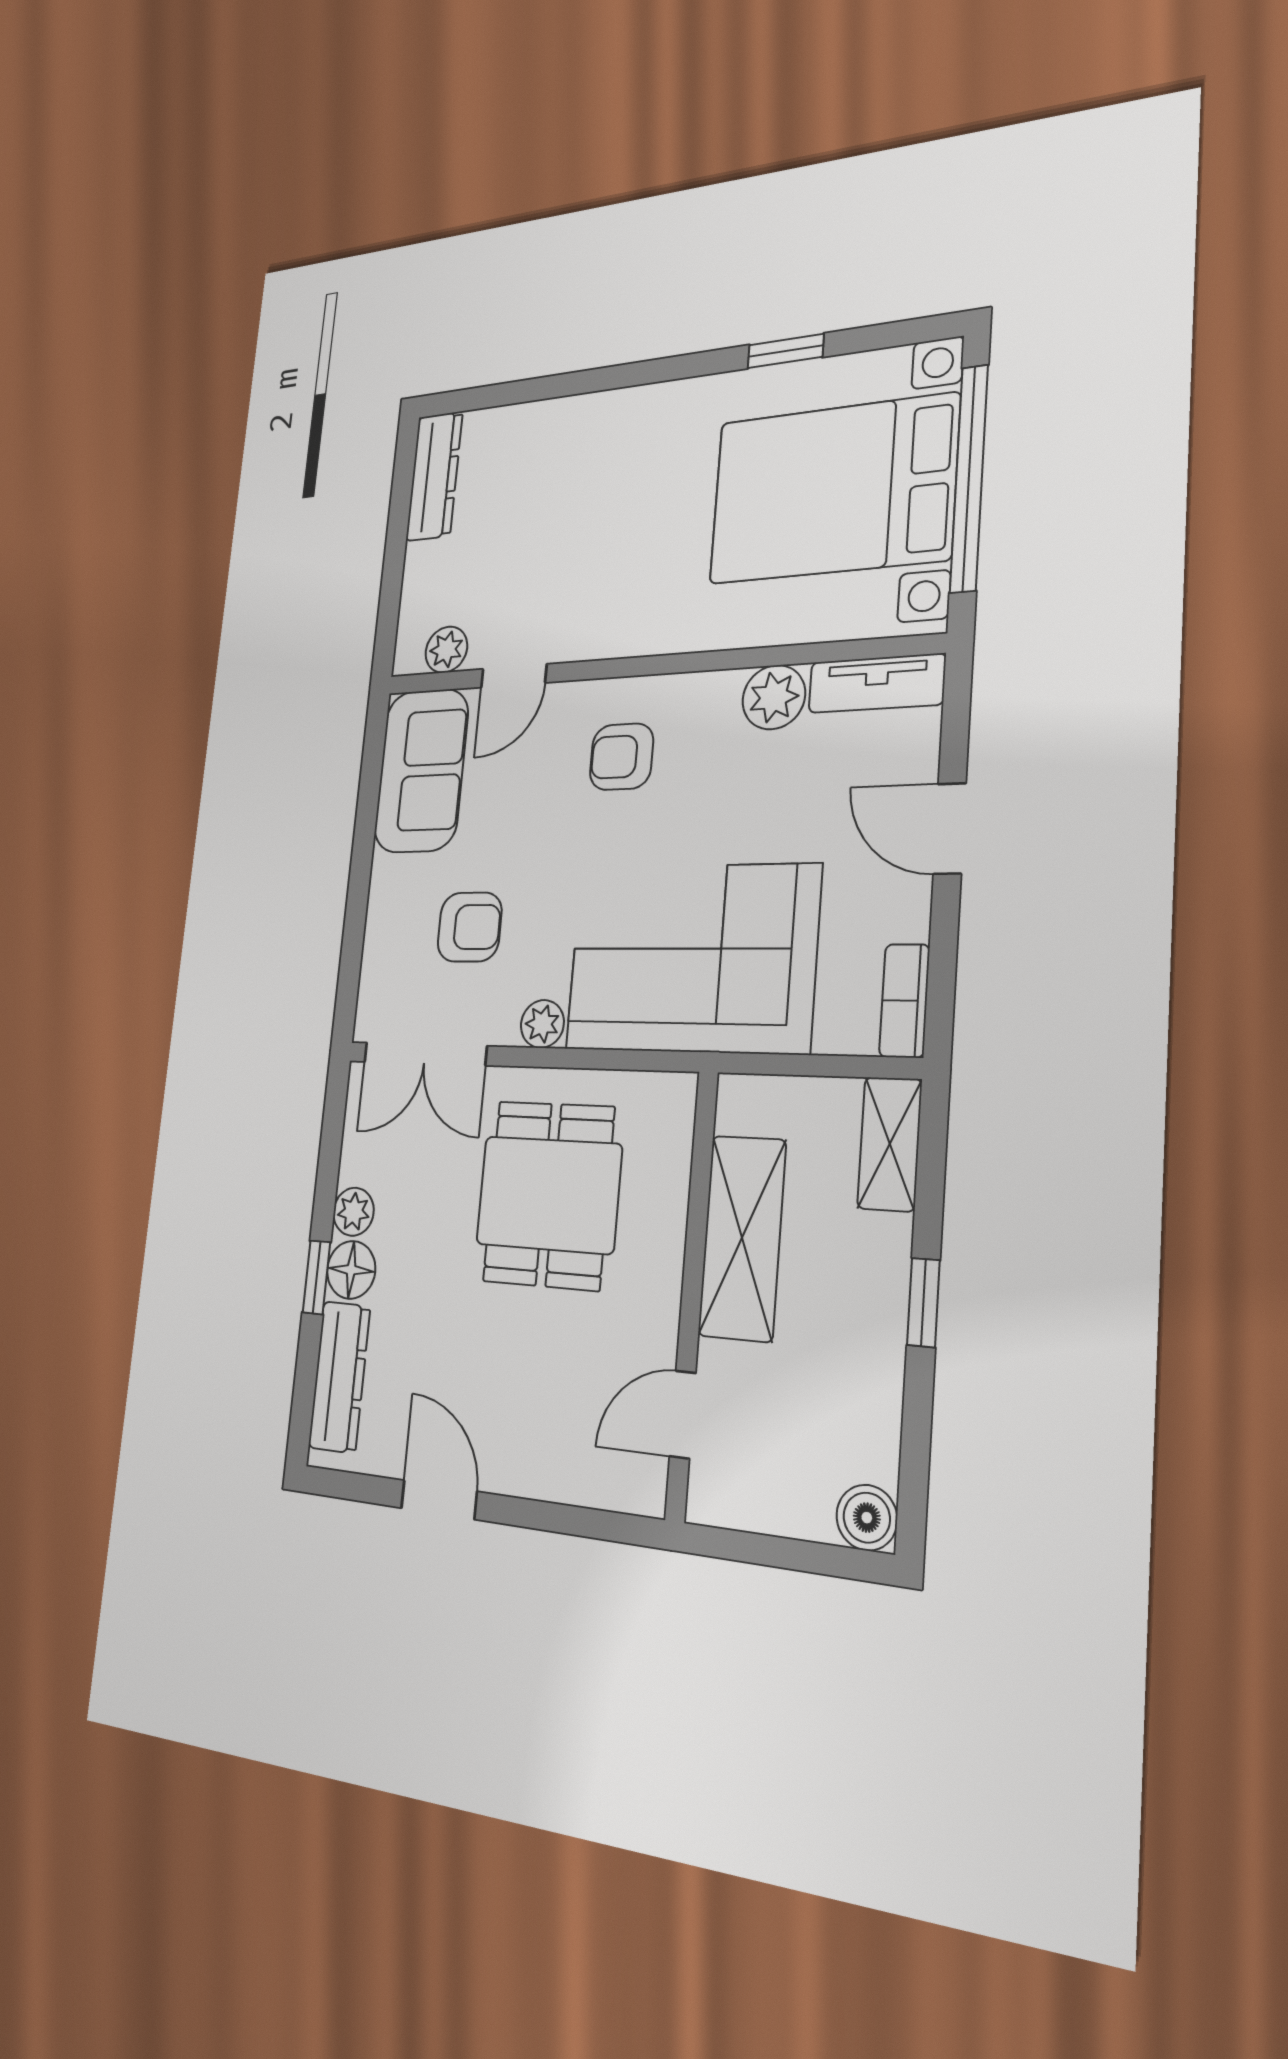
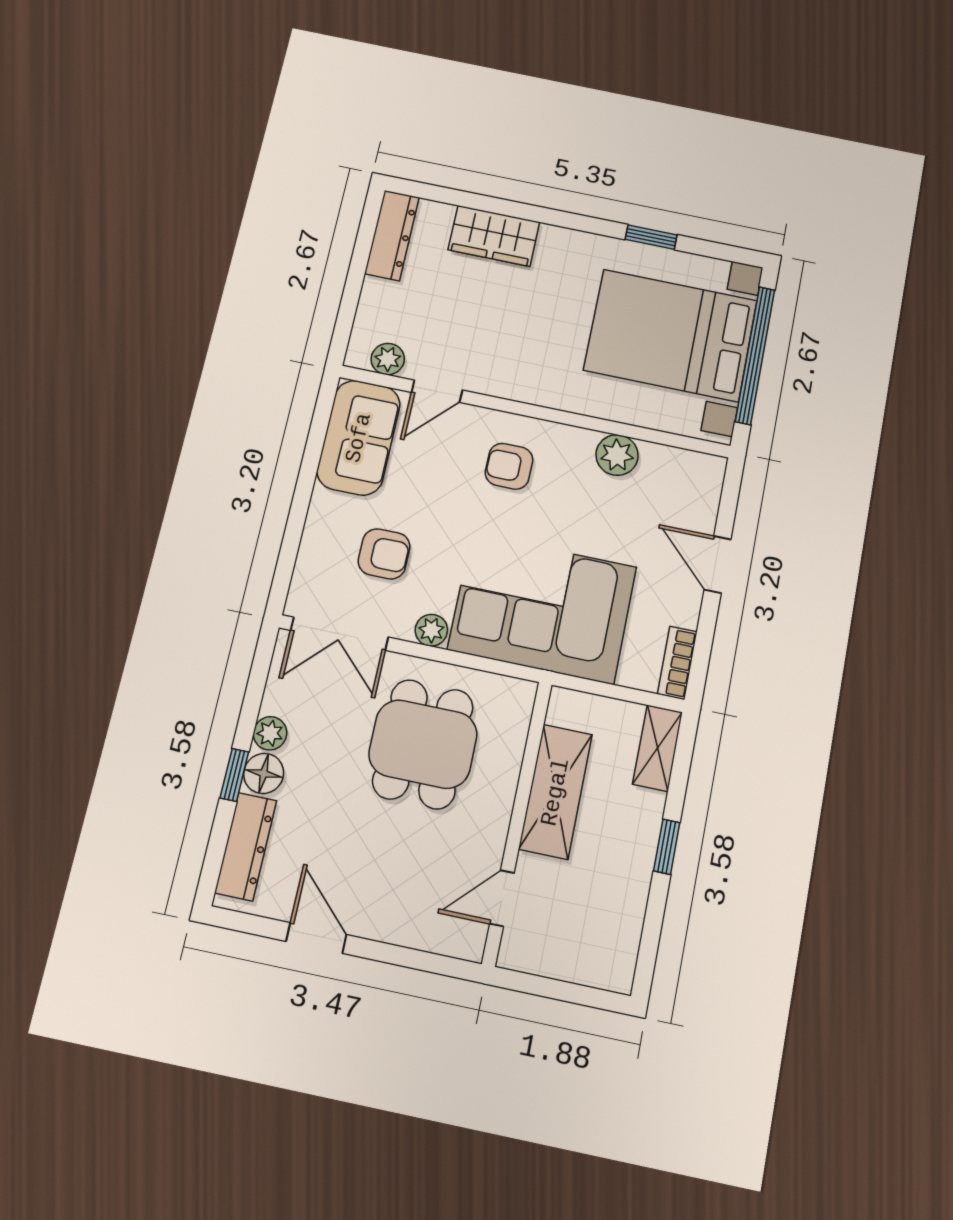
wardrobe: (565, 429) -> (494, 236), added
tv unit: (877, 683) -> (684, 464), removed
boiler: (867, 1518) -> (616, 972), removed

